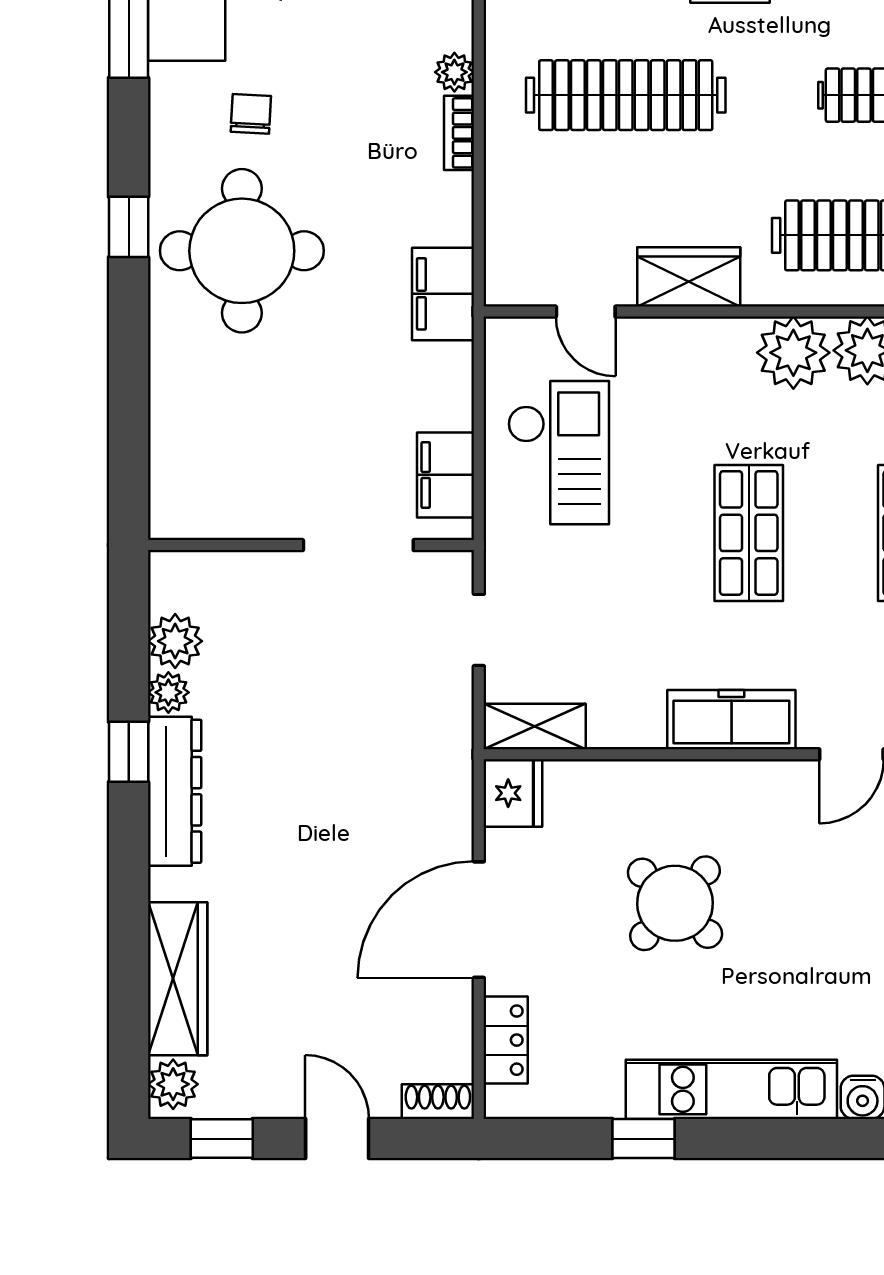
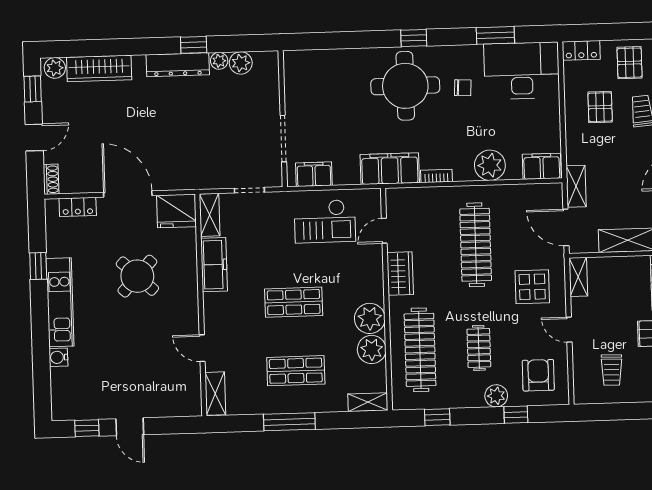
plant: (454, 72) -> (490, 165), width x1.88, depth x1.88
bookcase: (459, 133) -> (436, 176), moved
filing cabinet: (443, 294) -> (390, 169), width x1.50, depth x1.17
freezer: (731, 720) -> (214, 265), moved
fridge: (513, 793) -> (176, 211), width x1.36, depth x1.34

